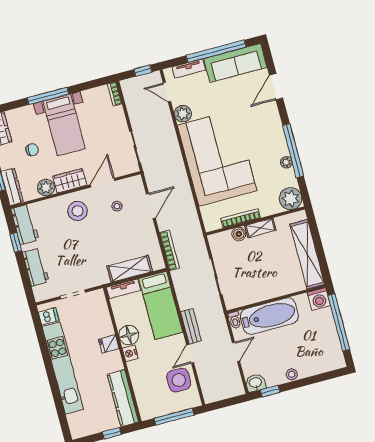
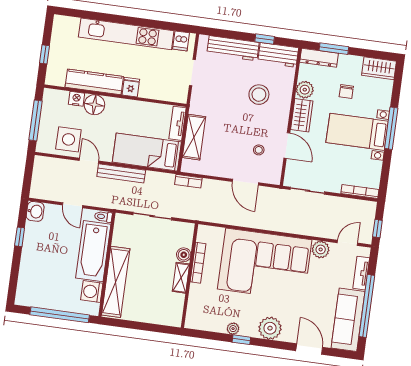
bookcase: (115, 94) -> (360, 191), width x1.56
window: (293, 151) -> (241, 340), width x0.32
plant: (291, 199) -> (270, 328), moved
stool: (78, 211) -> (259, 95), moved
bookcase: (169, 250) -> (188, 181), width x0.64
shelving: (307, 254) -> (116, 282), moved, turned 90
workbench: (36, 267) -> (233, 48), width x1.38
washing machine: (319, 299) -> (92, 292), moved
bench: (191, 326) -> (121, 173), width x1.36
floor lamp: (129, 335) -> (94, 105), moved
nightstand: (130, 353) -> (76, 99), moved
stool: (292, 374) -> (29, 249), removed
window: (270, 391) -> (20, 237), moved
kitchen counter: (123, 398) -> (94, 82), moved

